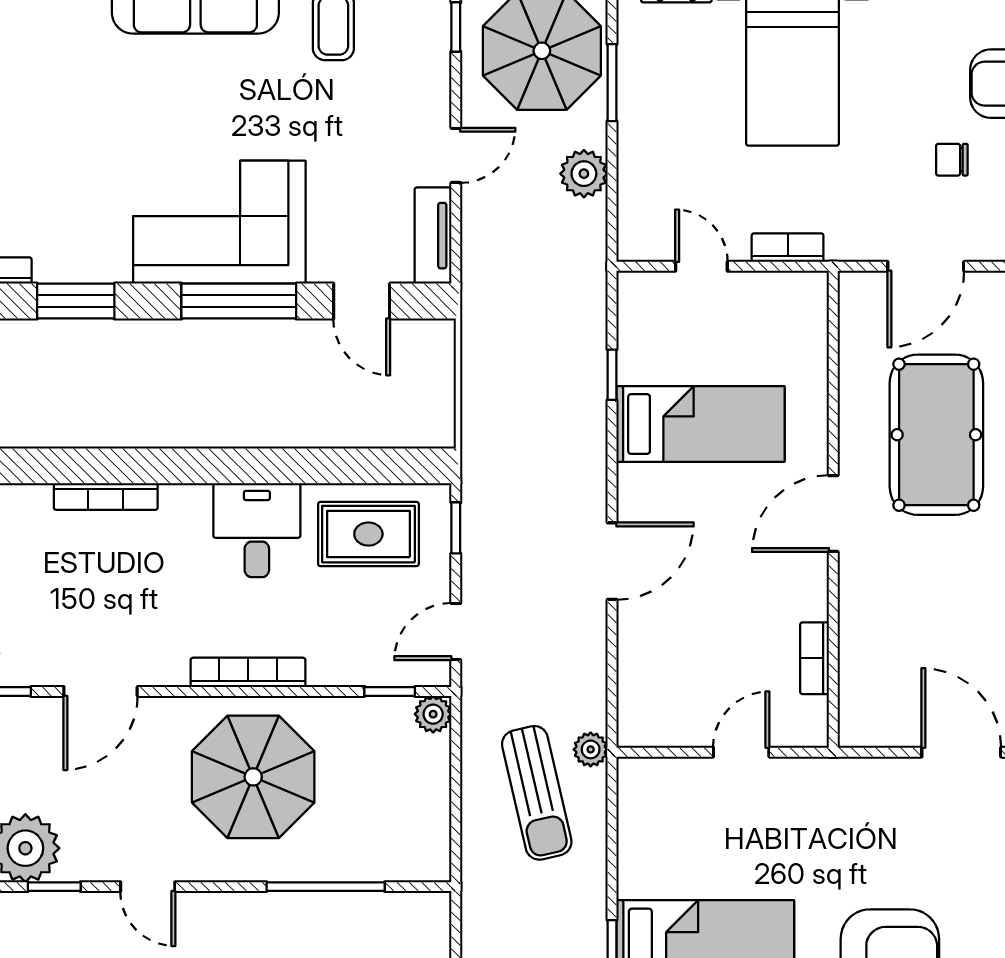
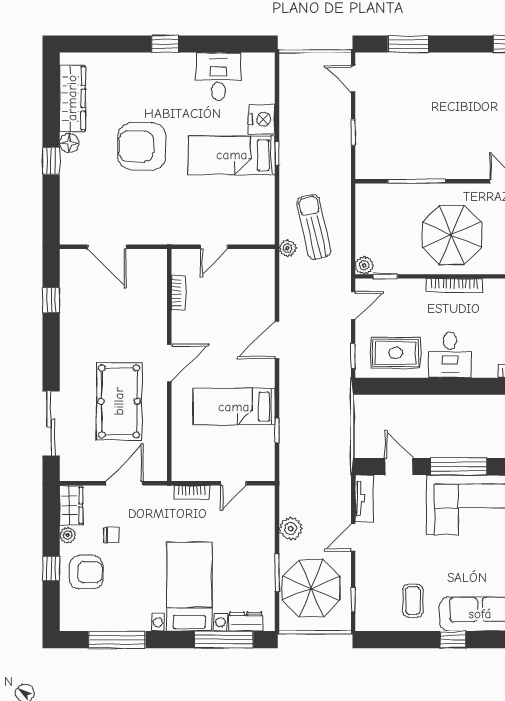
door: (701, 266) -> (234, 483), hinge flipped

